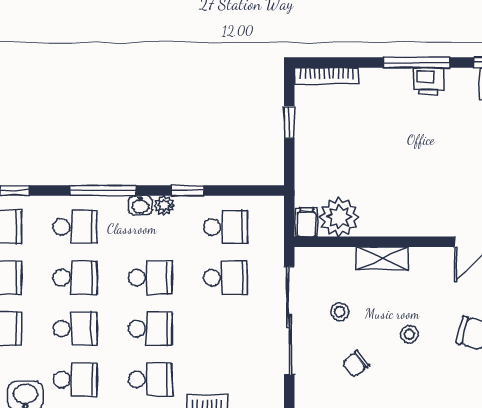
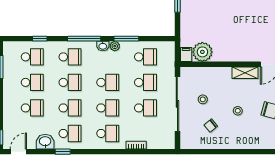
window: (188, 191) -> (126, 39), width x1.50
shelving: (382, 258) -> (245, 73), moved
school desk: (225, 329) -> (145, 108), added

